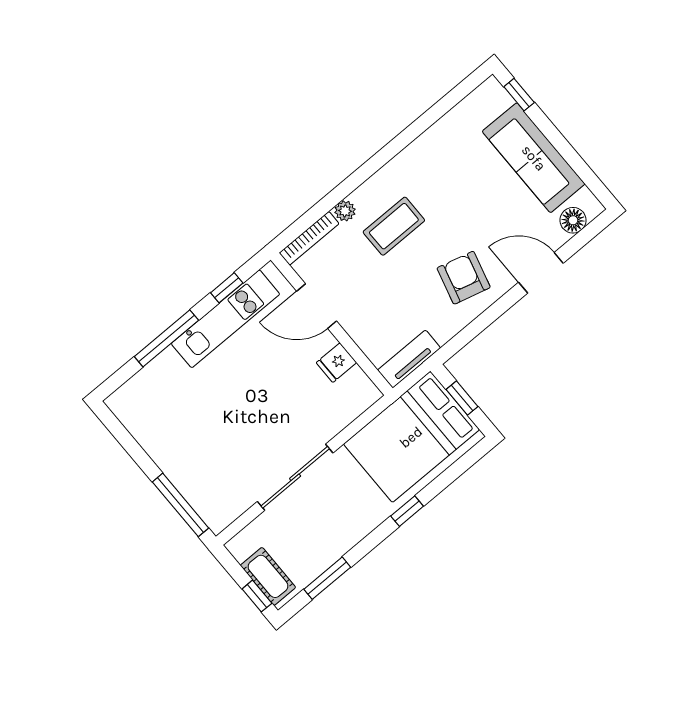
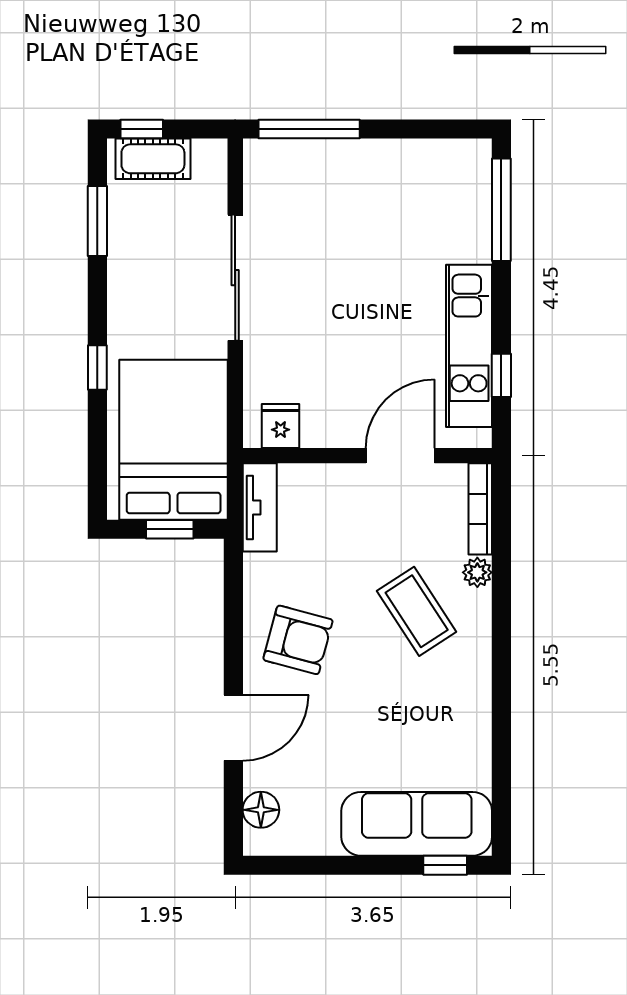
sofa: (534, 158) -> (417, 824), moved
coffee table: (394, 226) -> (417, 611), turned -33
window: (166, 338) -> (501, 210), moved
fridge: (336, 363) -> (281, 426), moved

